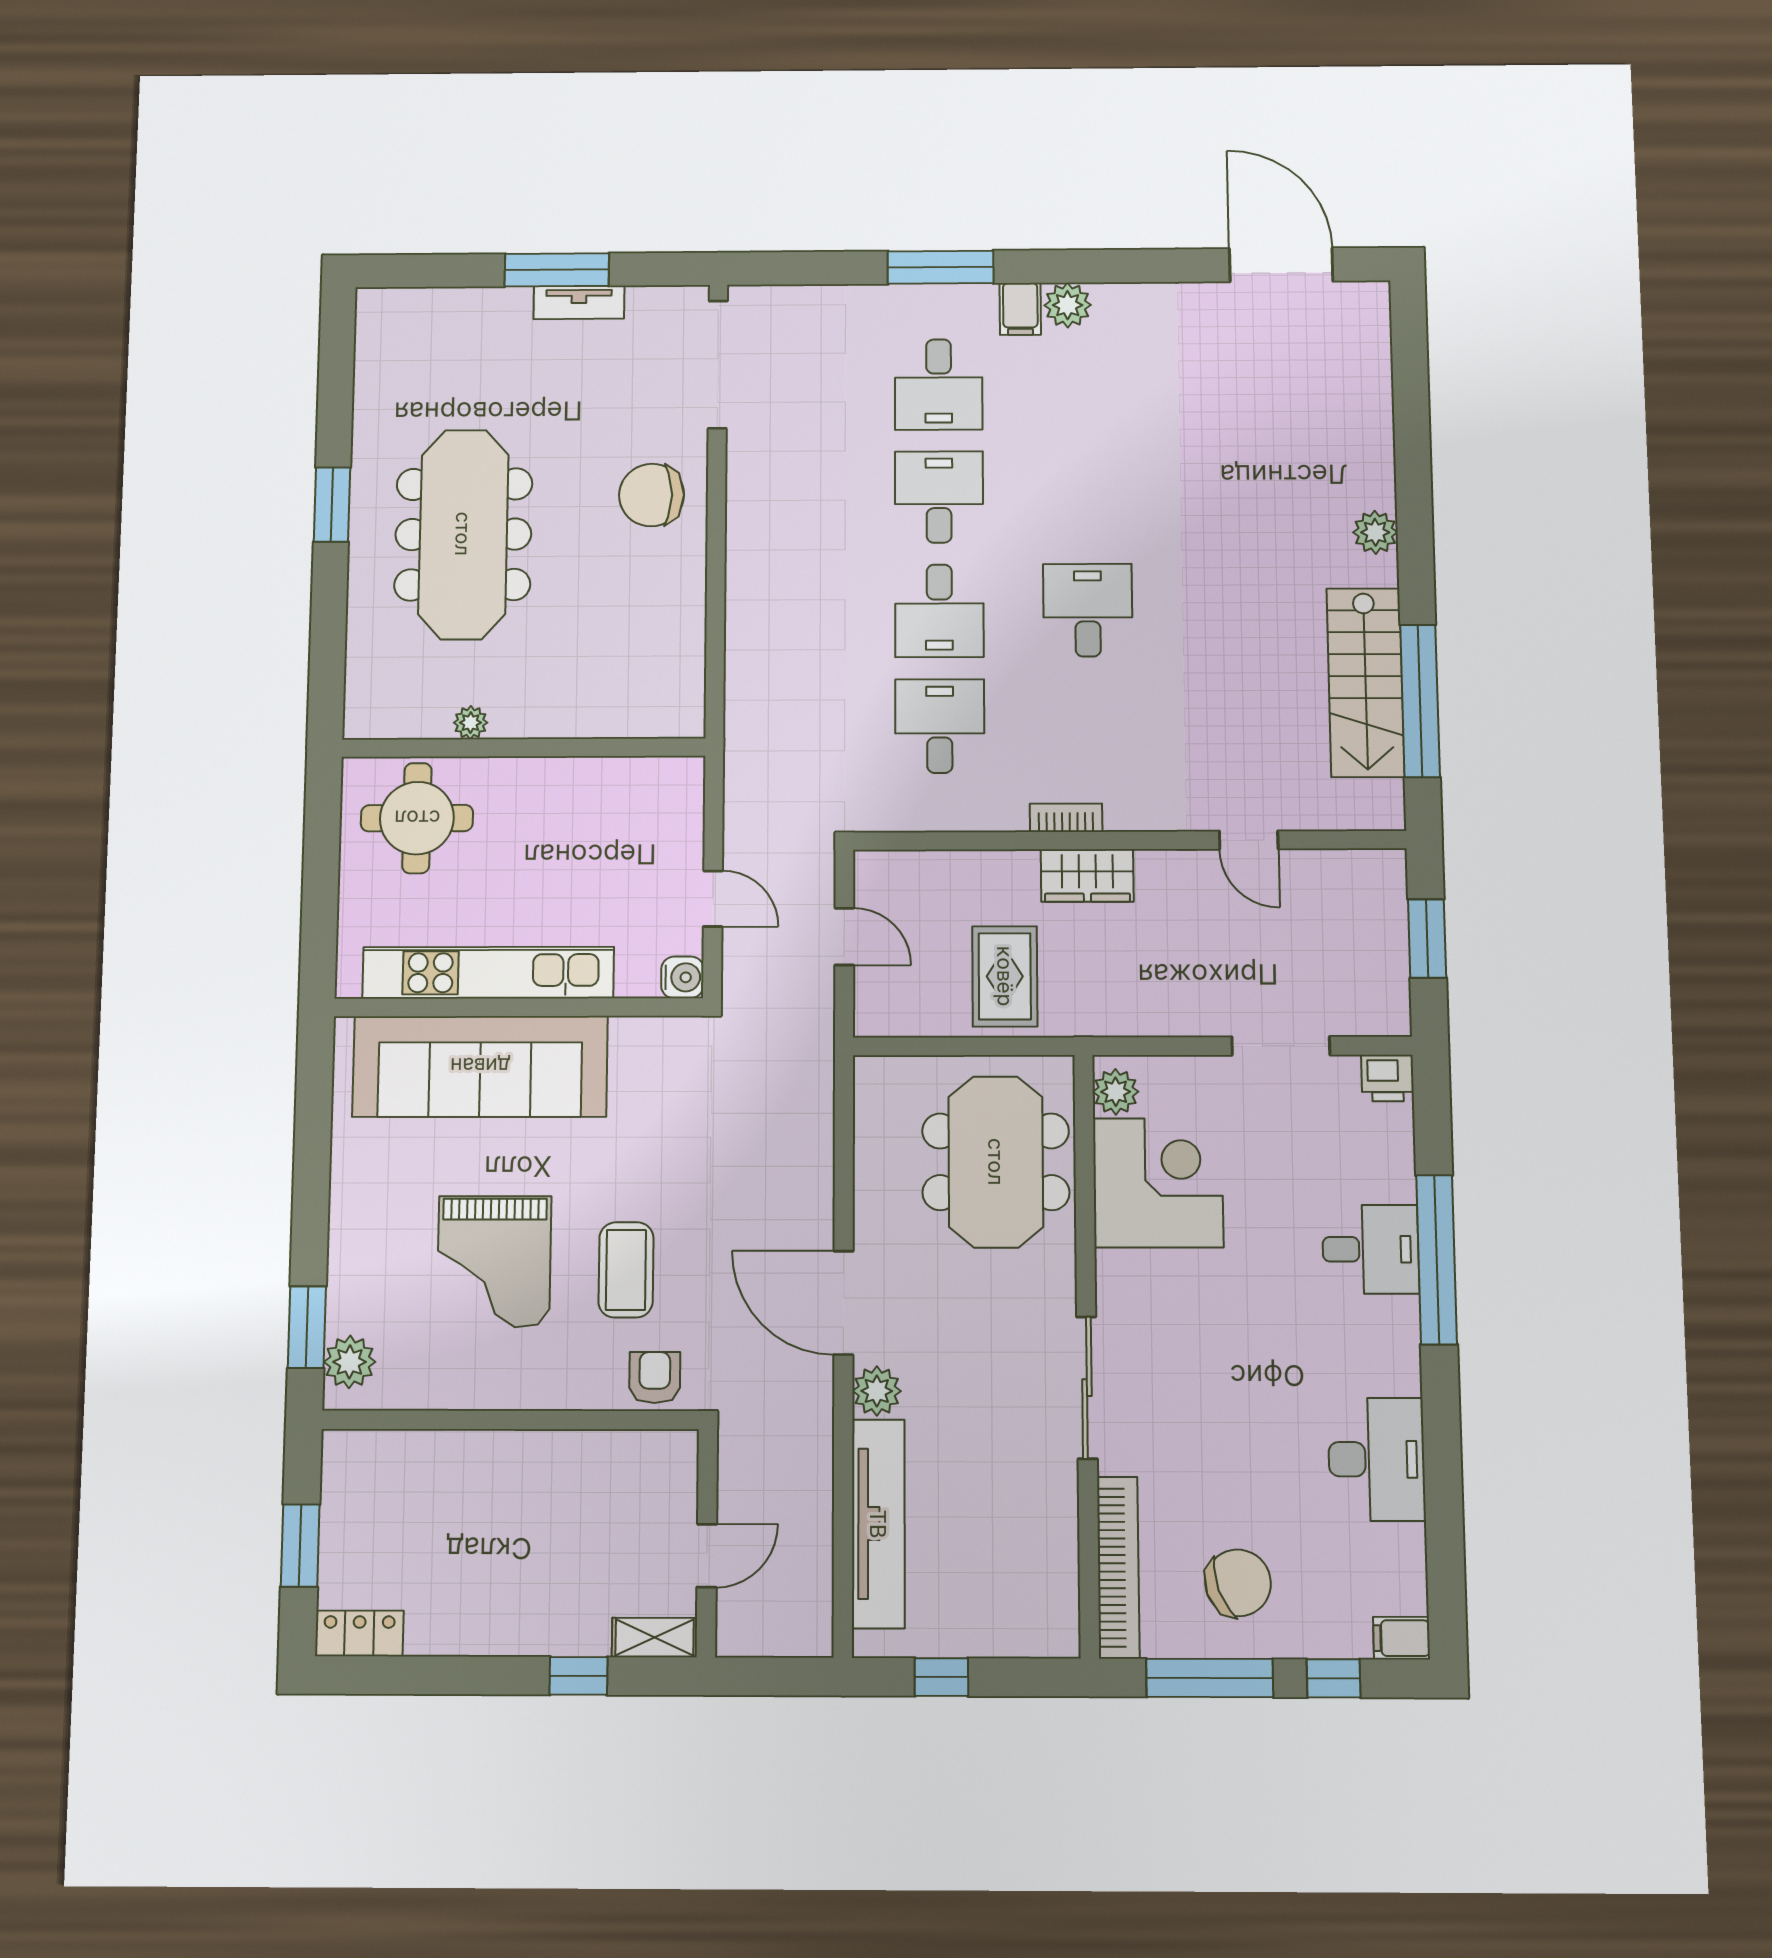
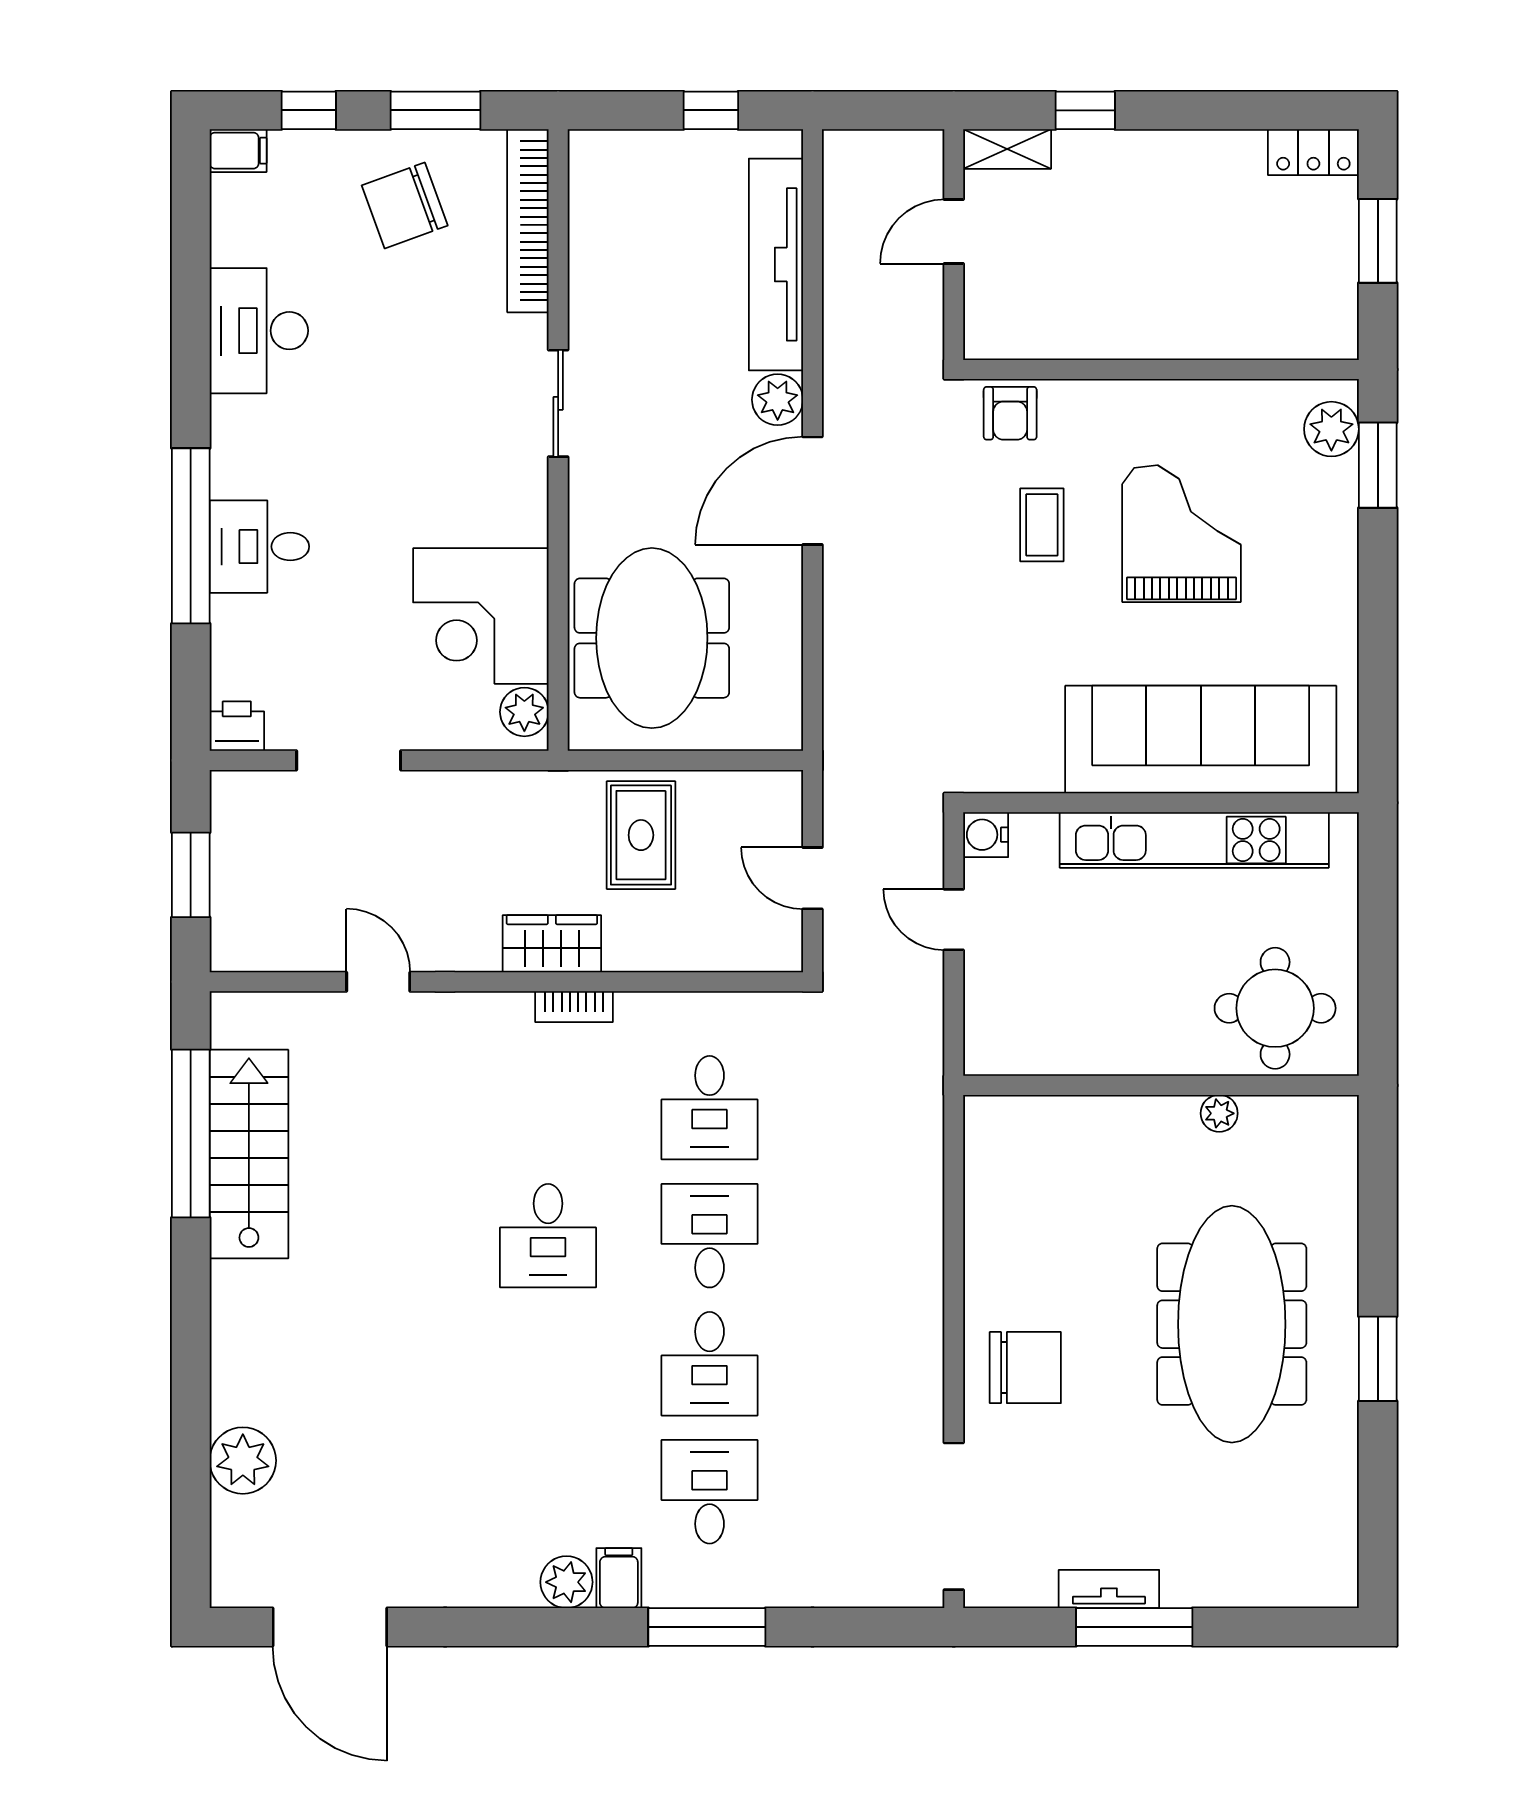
plant: (1375, 532) -> (243, 1461), moved, width x1.36, depth x1.36
coffee table: (626, 1270) -> (1042, 525), width x0.73, depth x0.77
door: (844, 1303) -> (812, 491), swing flipped
sliding door: (1087, 1388) -> (558, 403), width x0.73
window: (1210, 1678) -> (435, 110), width x0.69

